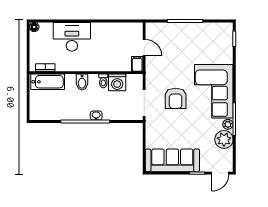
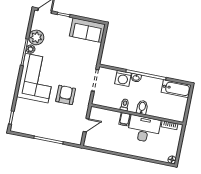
desk: (72, 37) -> (144, 129), moved, turned 180
door: (144, 48) -> (86, 125), swing flipped
filing cabinet: (137, 64) -> (125, 119), moved
bathtub: (48, 82) -> (176, 89), moved, turned 180
washing machine: (117, 82) -> (123, 78), moved, turned 180
armchair: (176, 98) -> (66, 95), moved
sofa: (172, 160) -> (87, 30), width x0.73

